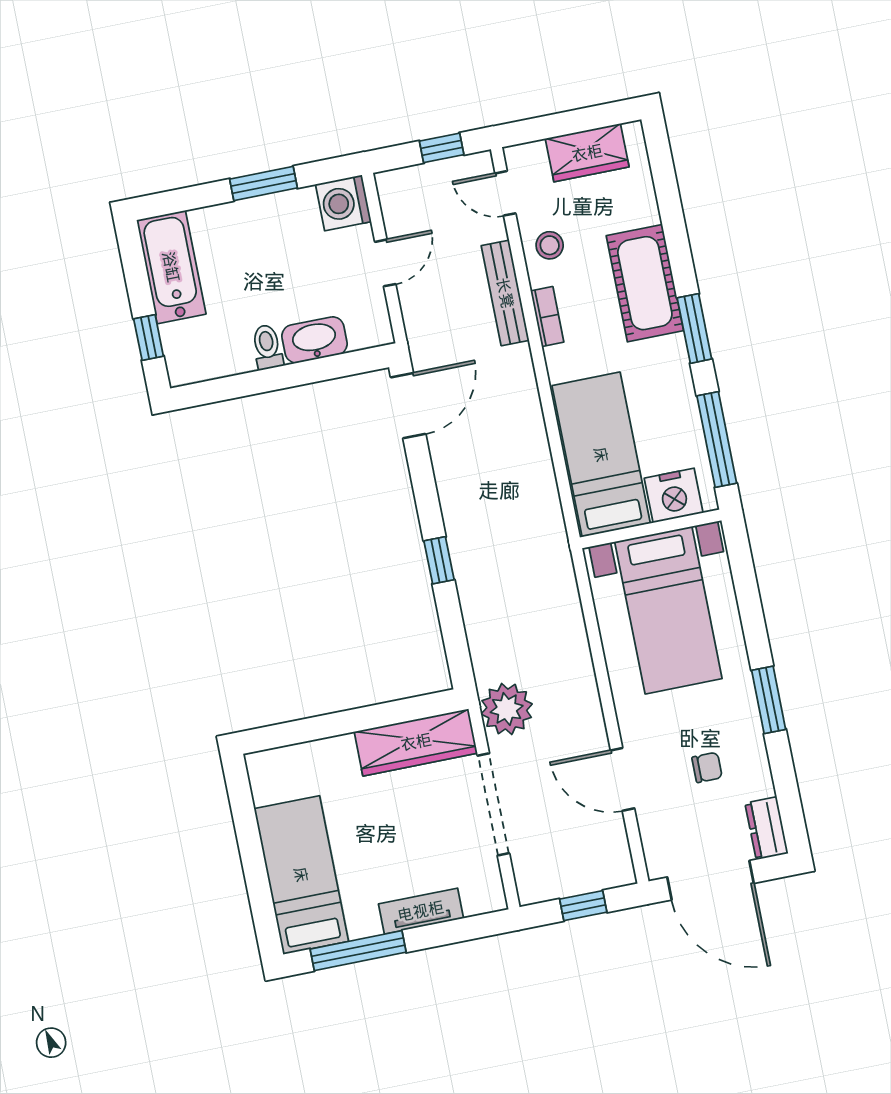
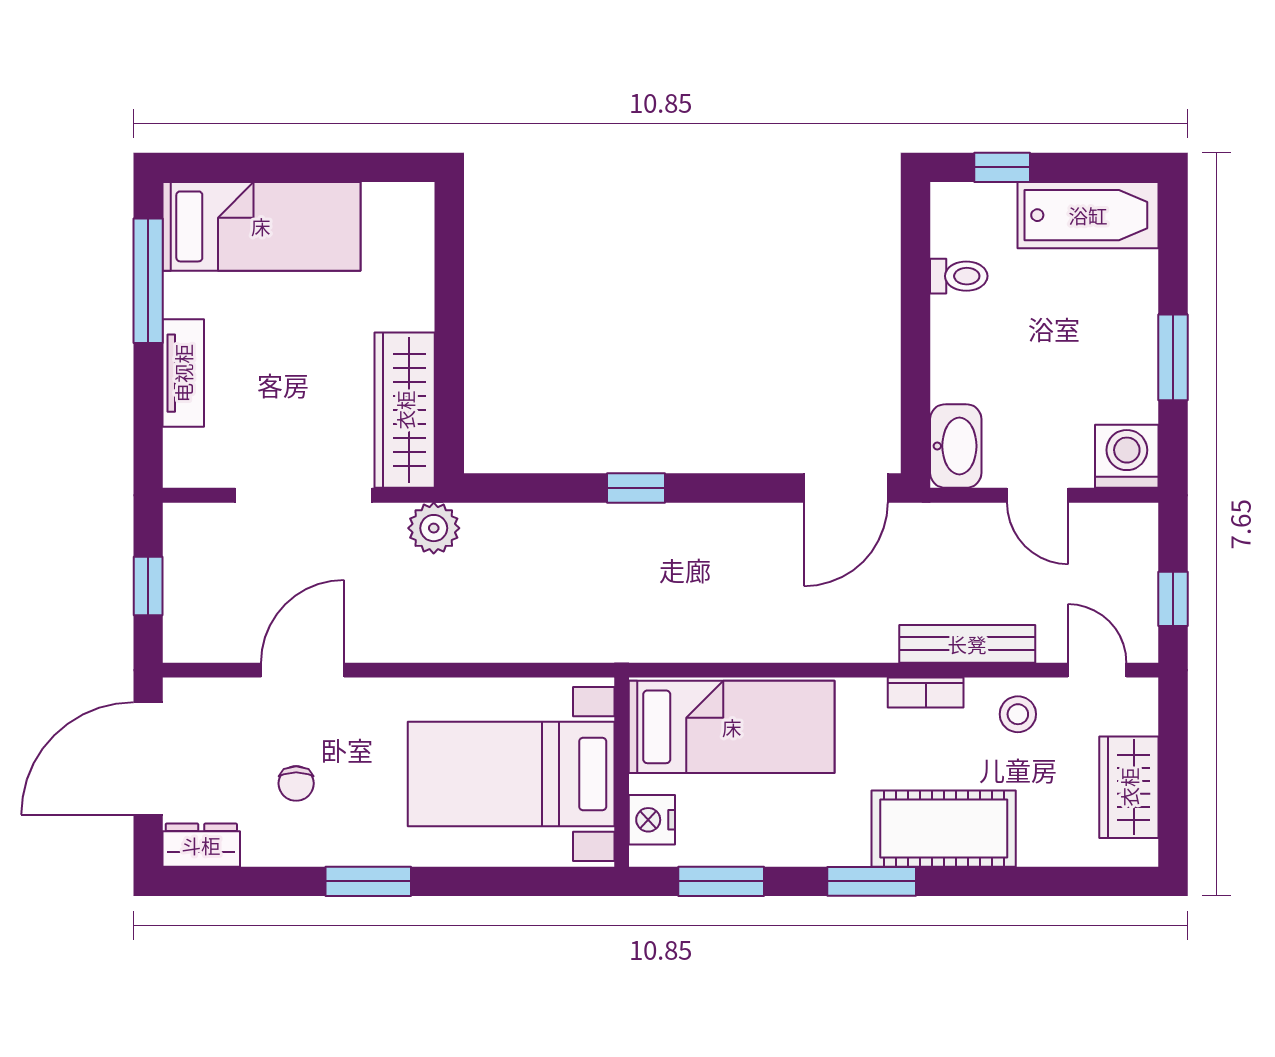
door: (505, 193) -> (1097, 670), hinge flipped
washbasin: (315, 340) -> (956, 446), moved
toilet: (267, 347) -> (959, 276), moved
door: (408, 406) -> (846, 488), hinge flipped
window: (717, 440) -> (721, 881), width x0.69
nightstand: (674, 495) -> (652, 820), width x0.74, depth x0.75
plant: (507, 709) -> (434, 528), width x0.73, depth x0.73

